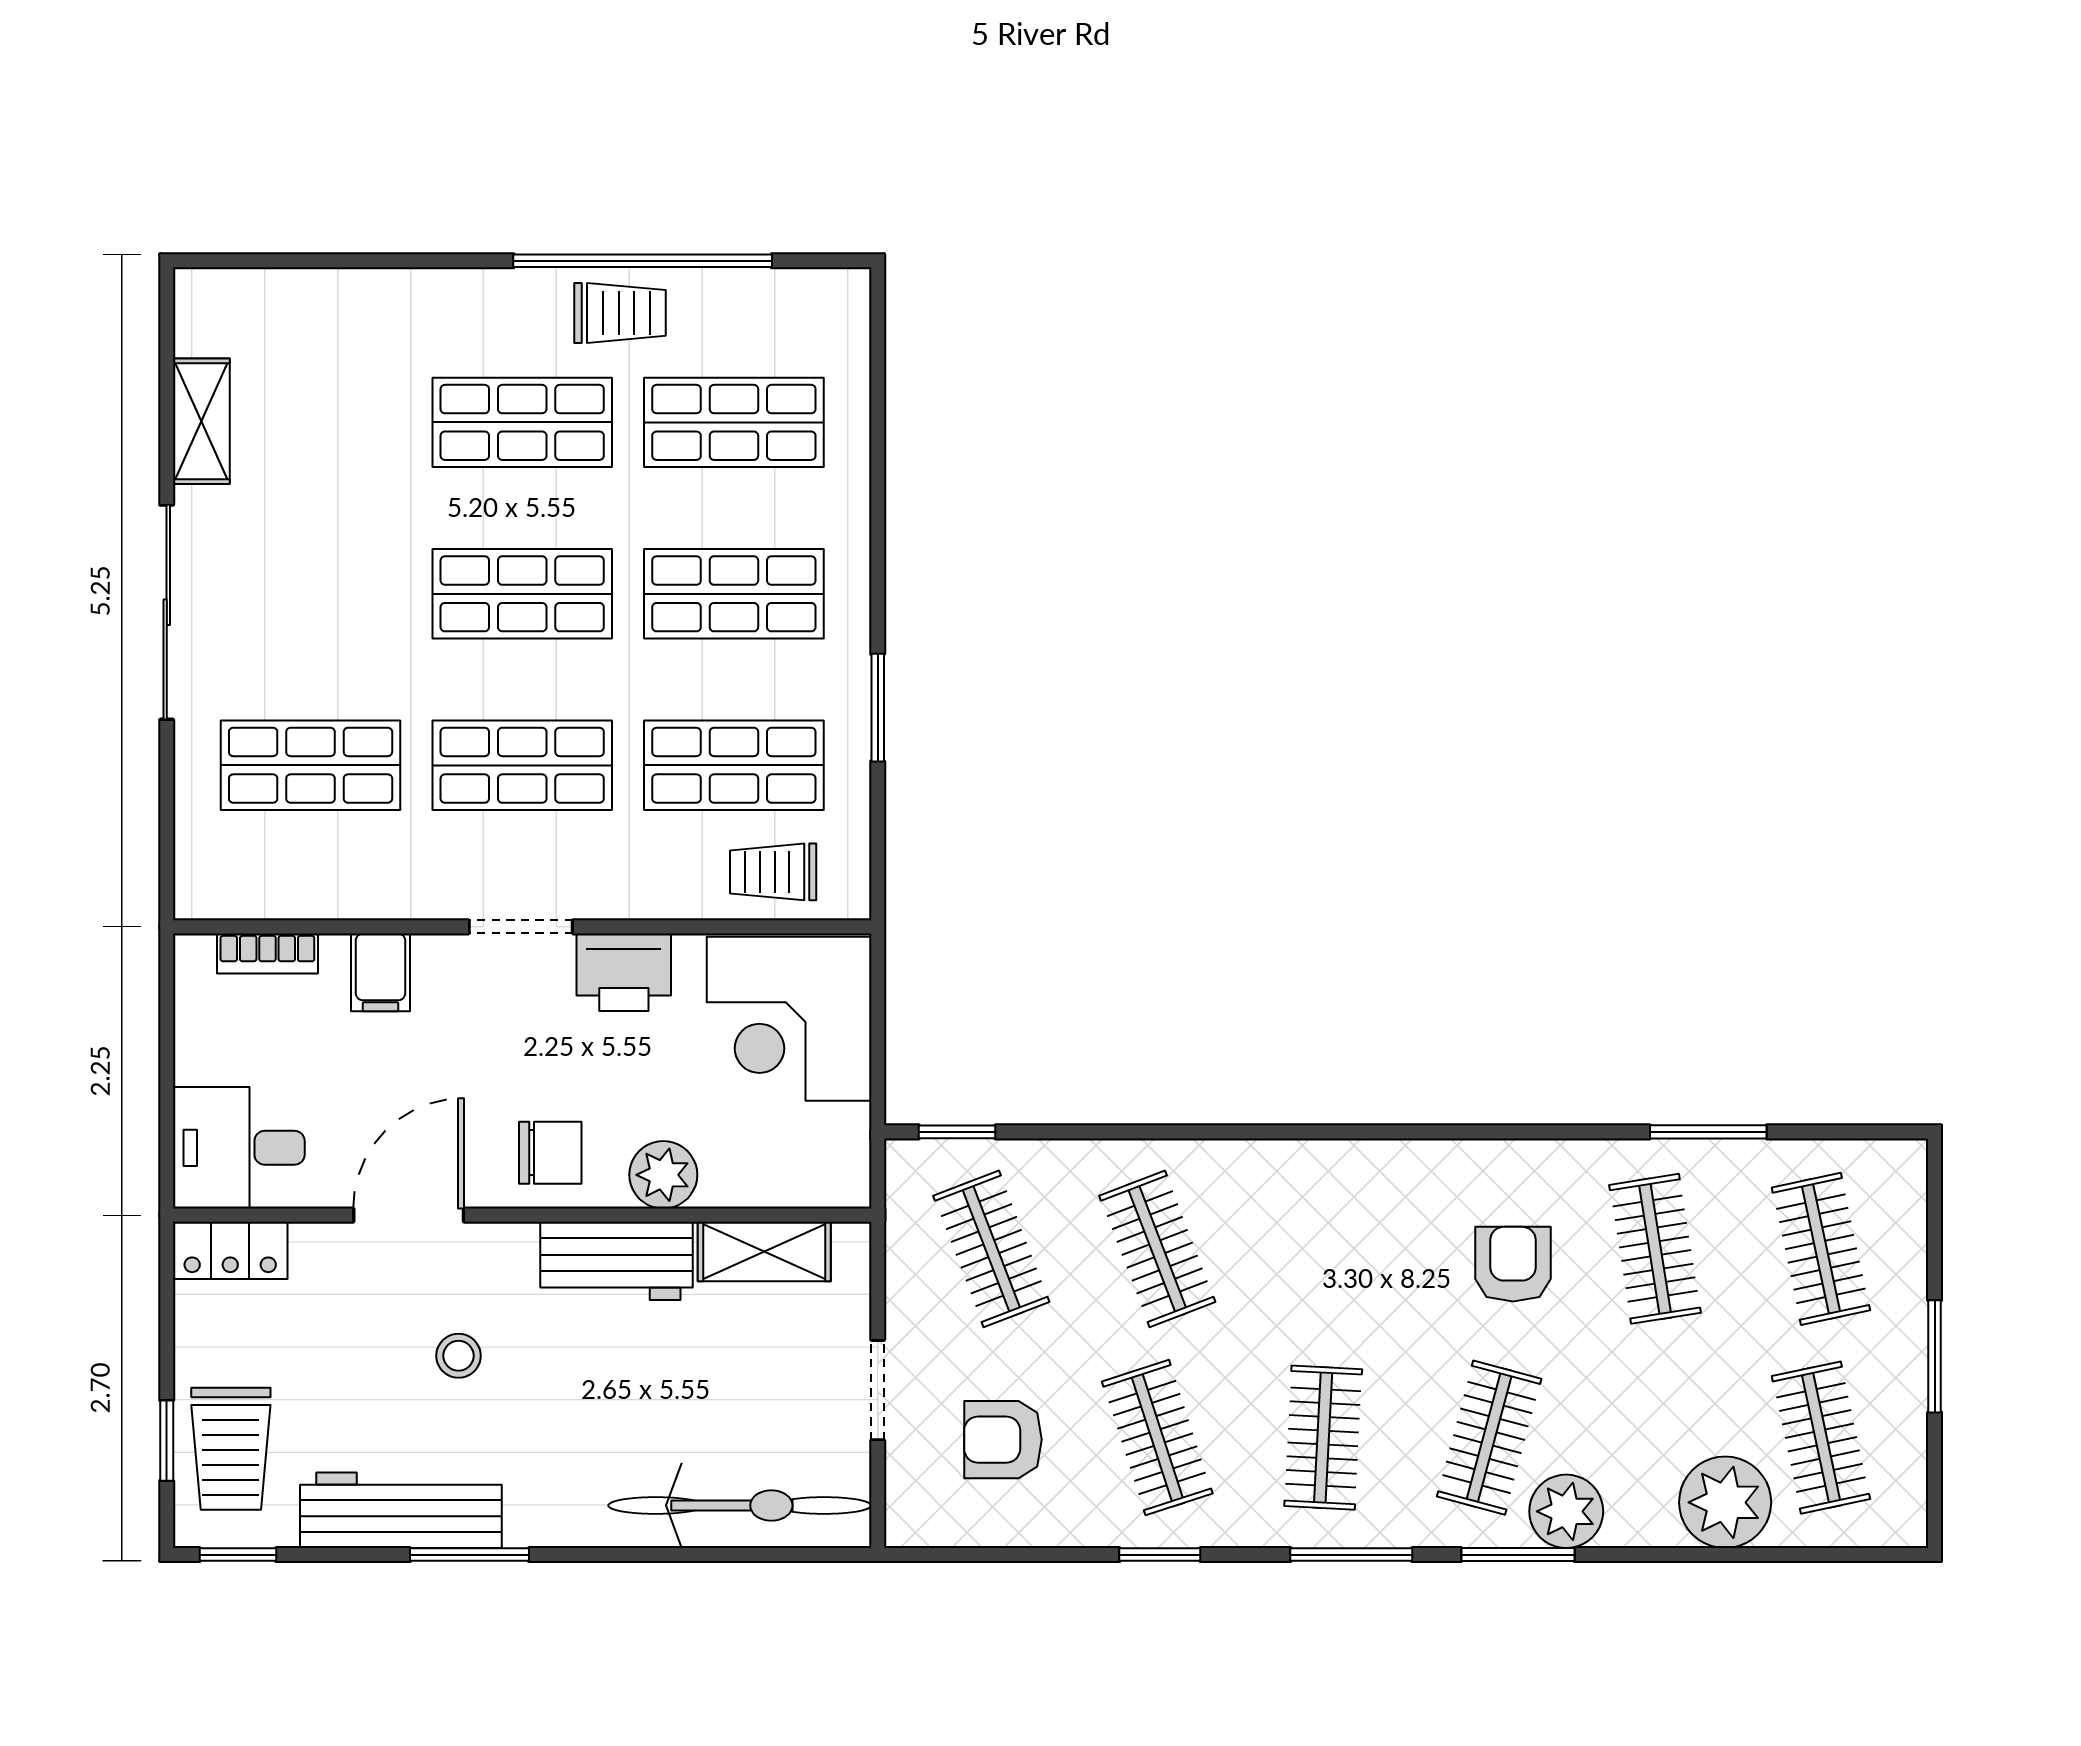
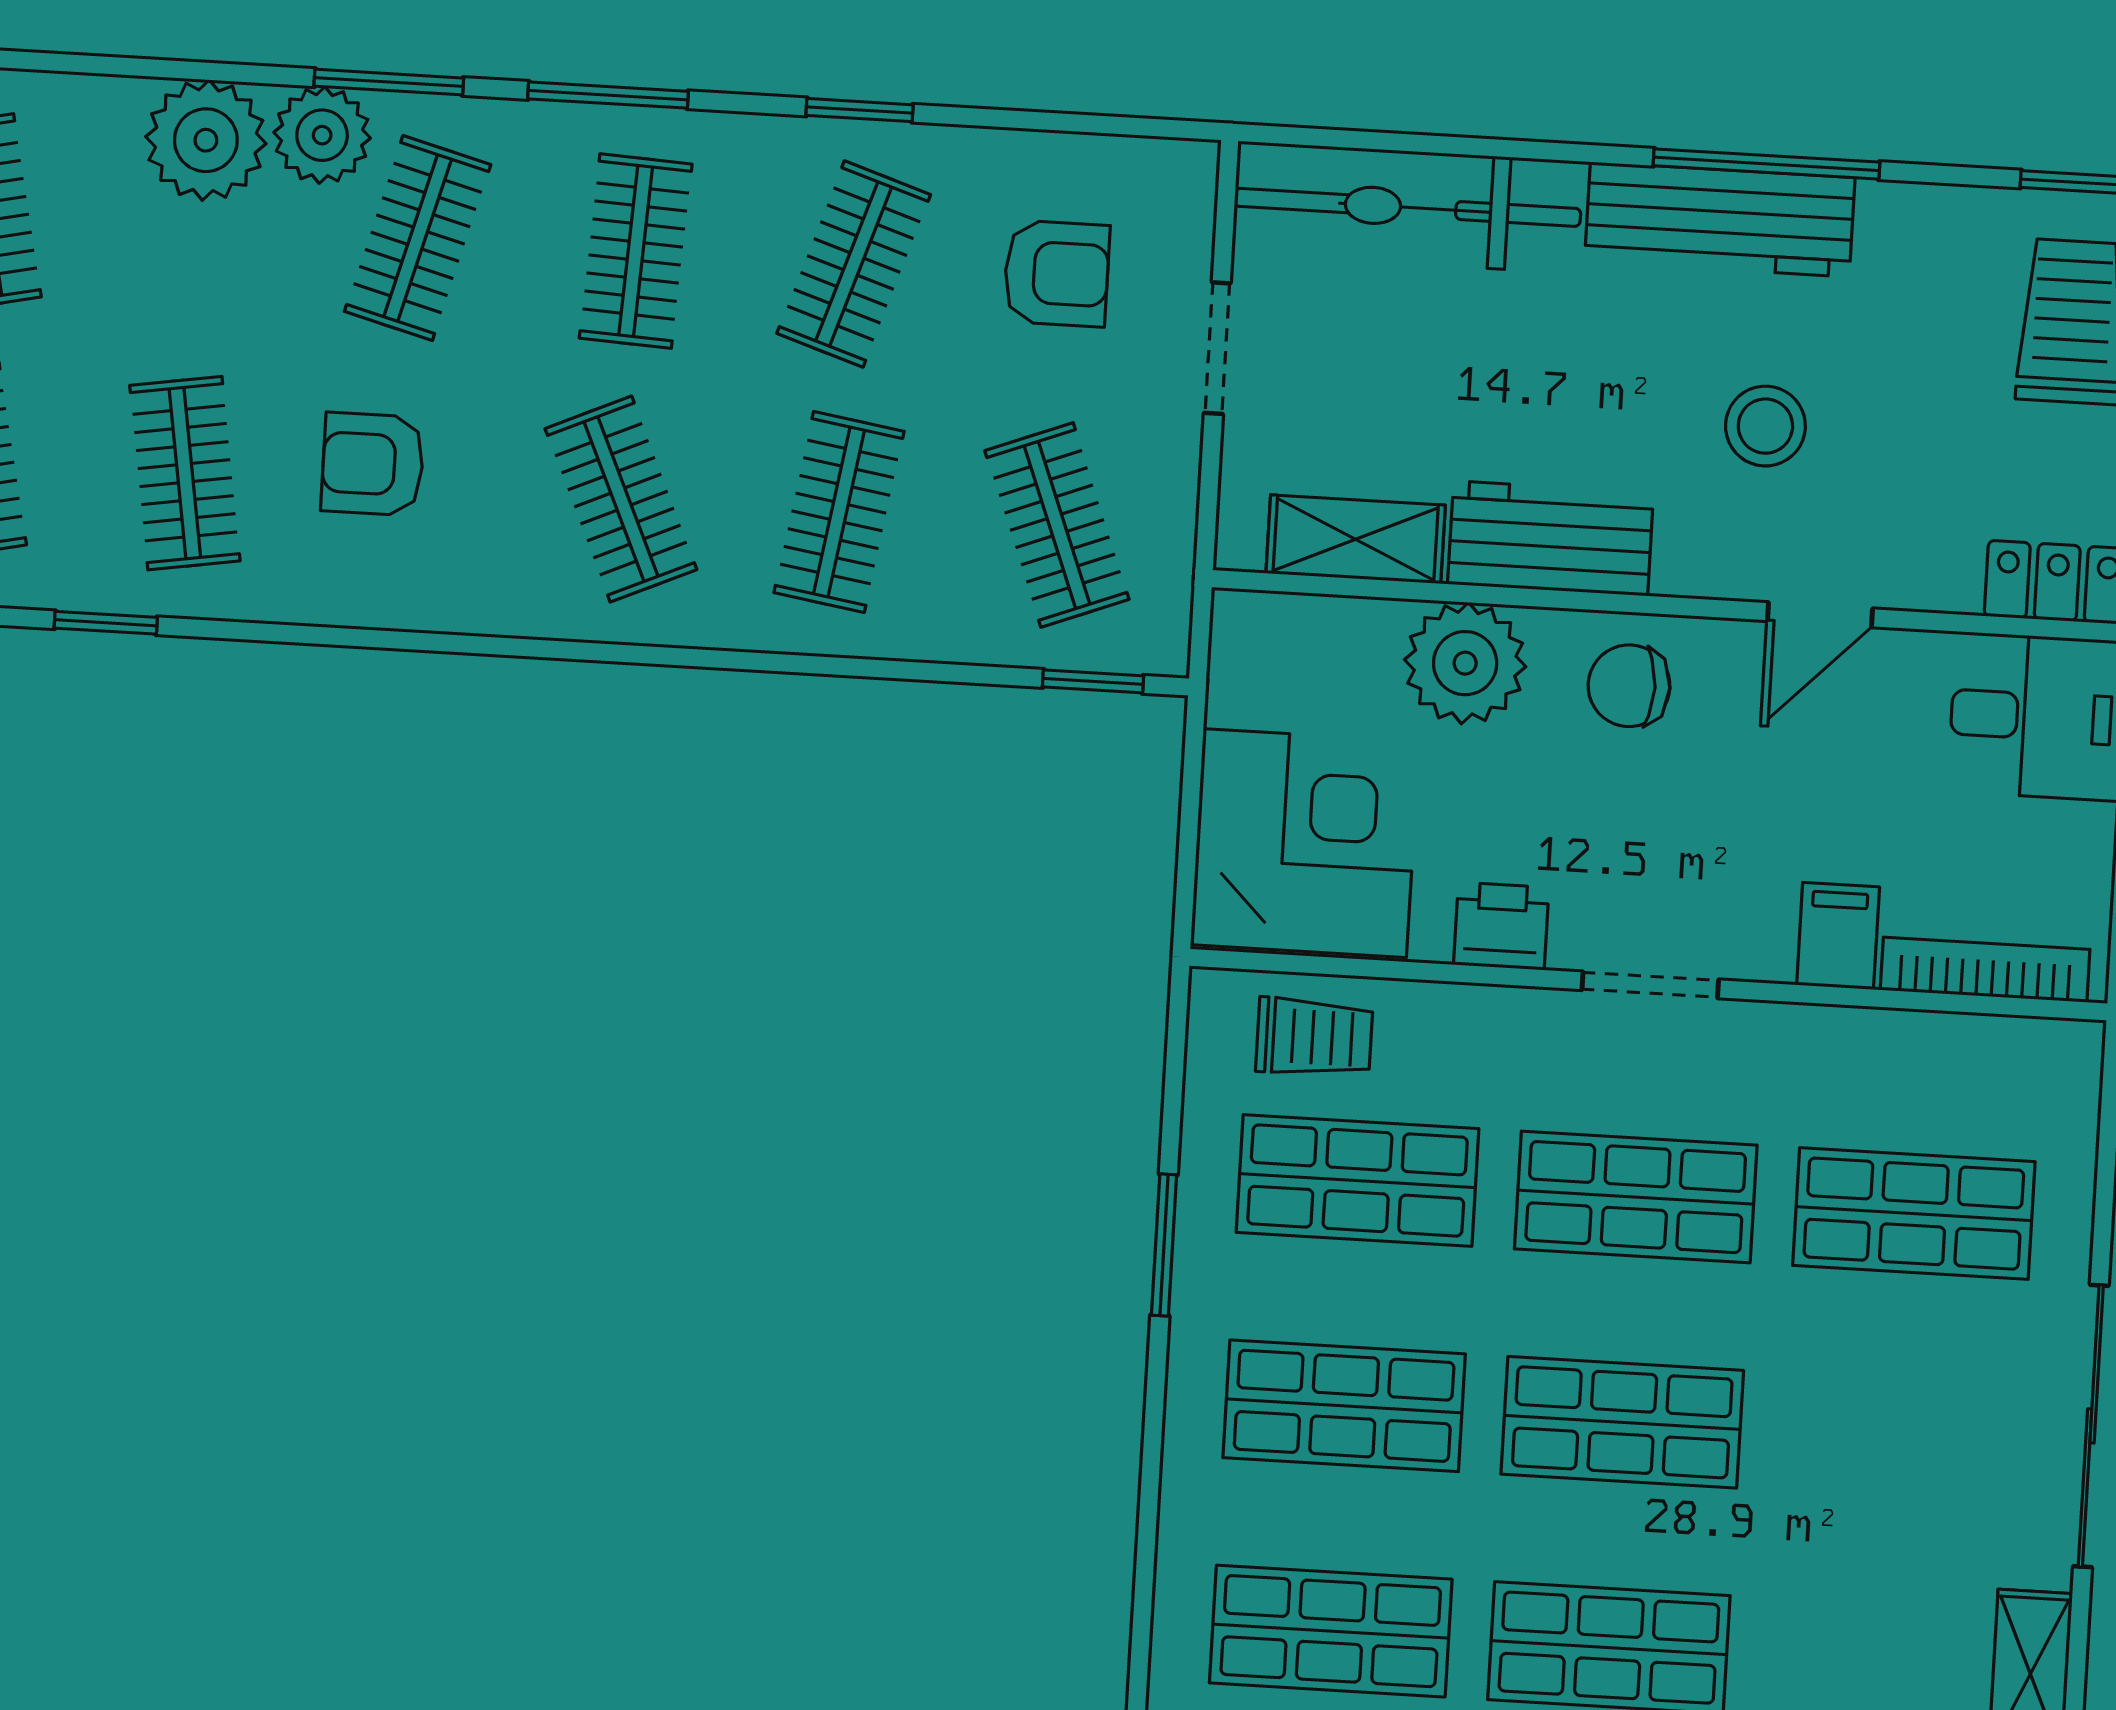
bookcase: (267, 953) -> (1985, 970), width x1.56
printer: (624, 972) -> (1501, 926), width x0.73, depth x0.81
window: (1708, 1132) -> (106, 623), width x0.67
plant: (663, 1175) -> (1465, 663), width x1.36, depth x1.36
door: (409, 1215) -> (1820, 615), width x0.73
clothes rail: (1157, 1249) -> (839, 512), turned 30
clothes rail: (1323, 1249) -> (621, 499), added
armchair: (1513, 1264) -> (373, 464), turned 90
stool: (459, 1356) -> (1765, 426), width x1.37, depth x1.37
clothes rail: (1157, 1438) -> (854, 264), turned 36
plant: (1725, 1502) -> (206, 140), moved
workbench: (401, 1510) -> (1720, 220), moved
window: (469, 1555) -> (1767, 164), width x1.44

